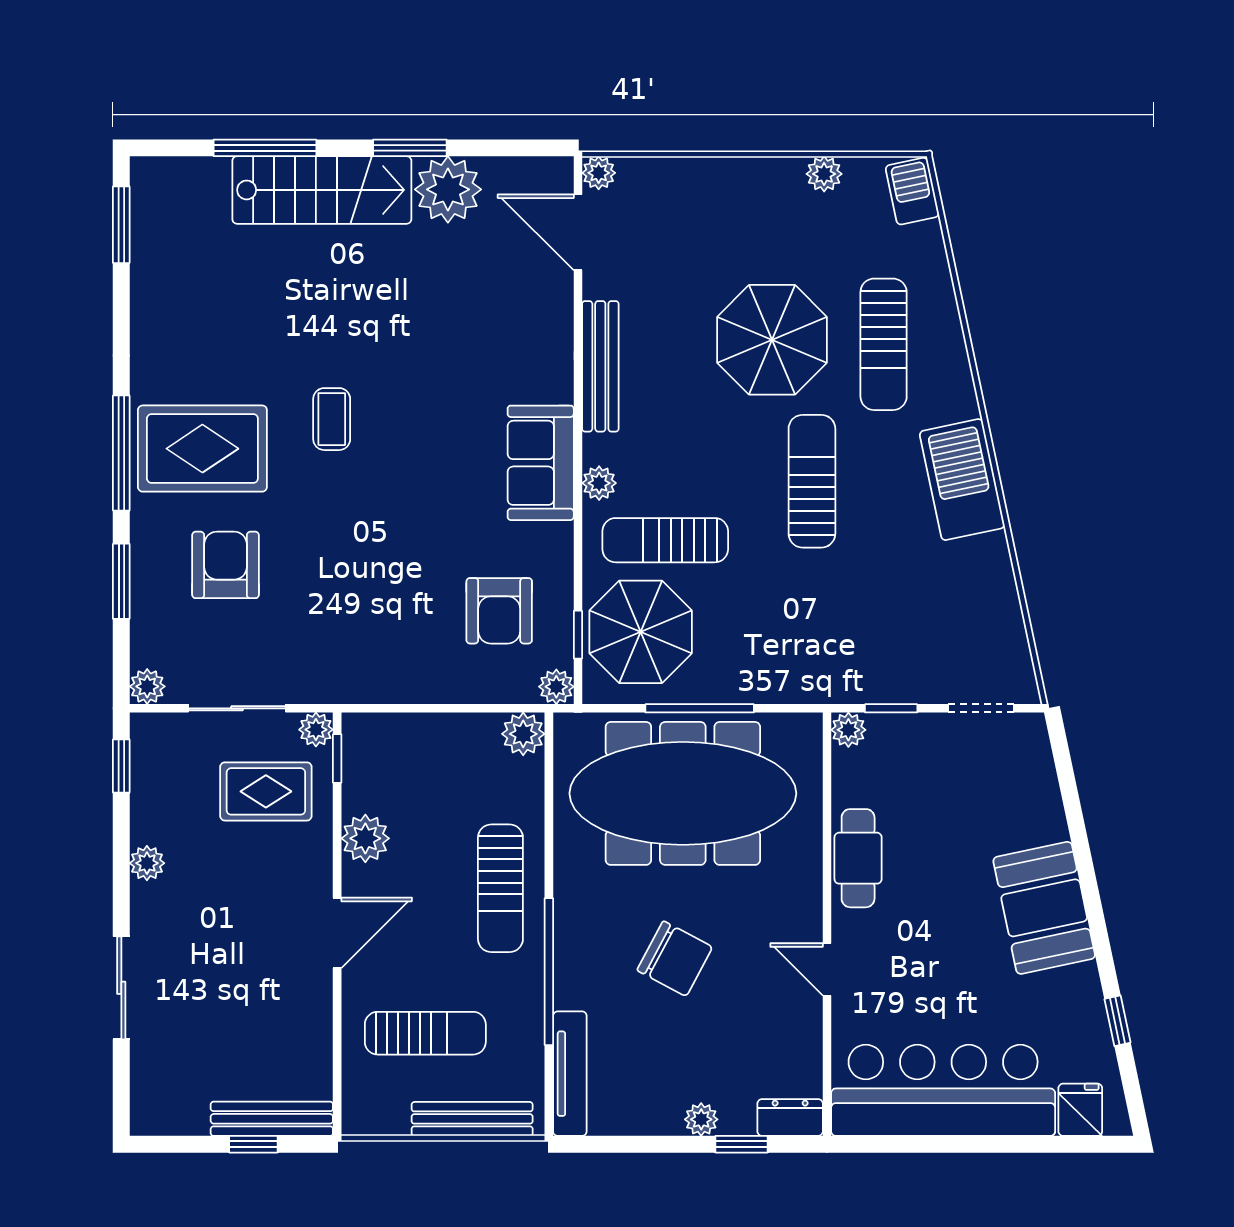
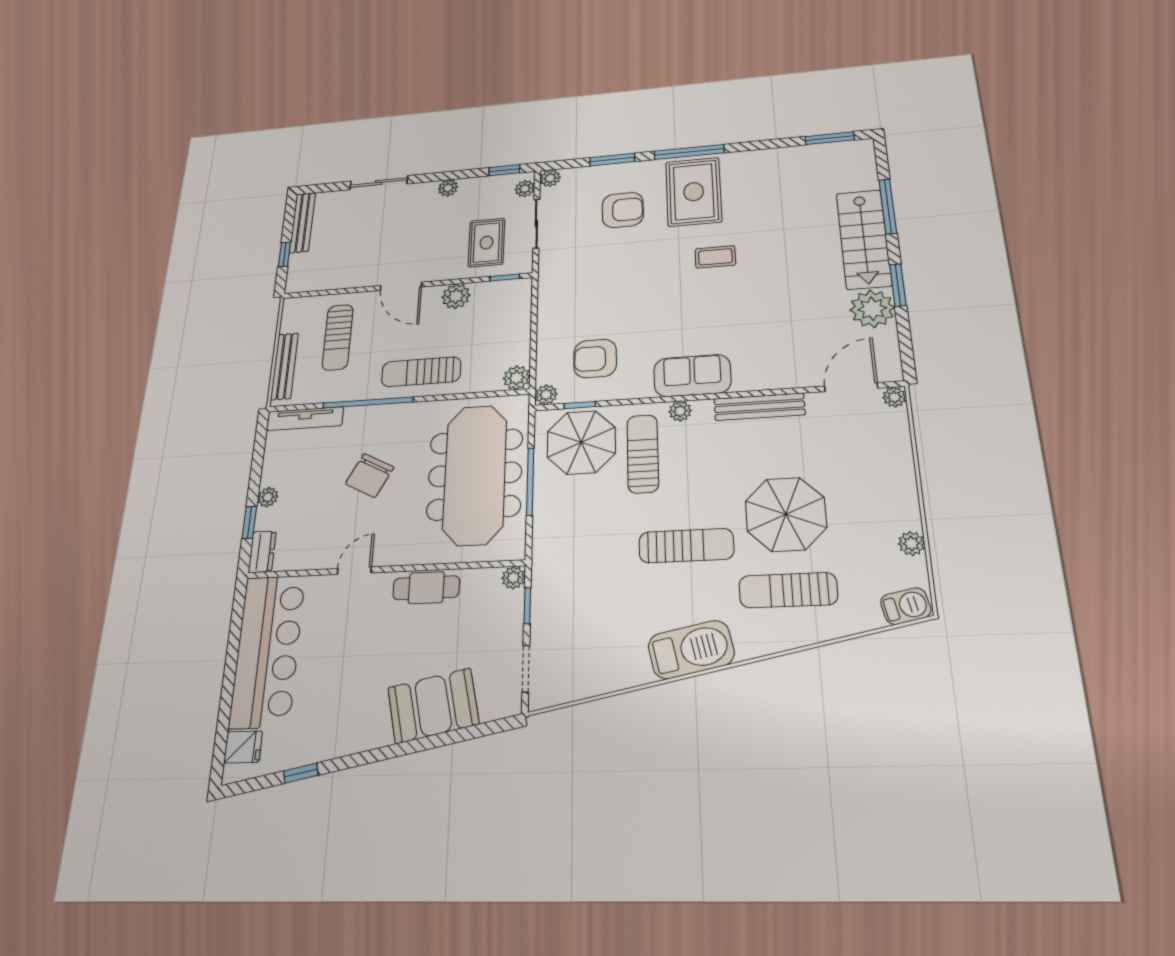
plant: (316, 730) -> (525, 189), moved
booth: (1044, 908) -> (433, 706), moved
bench: (272, 1119) -> (302, 223), moved

